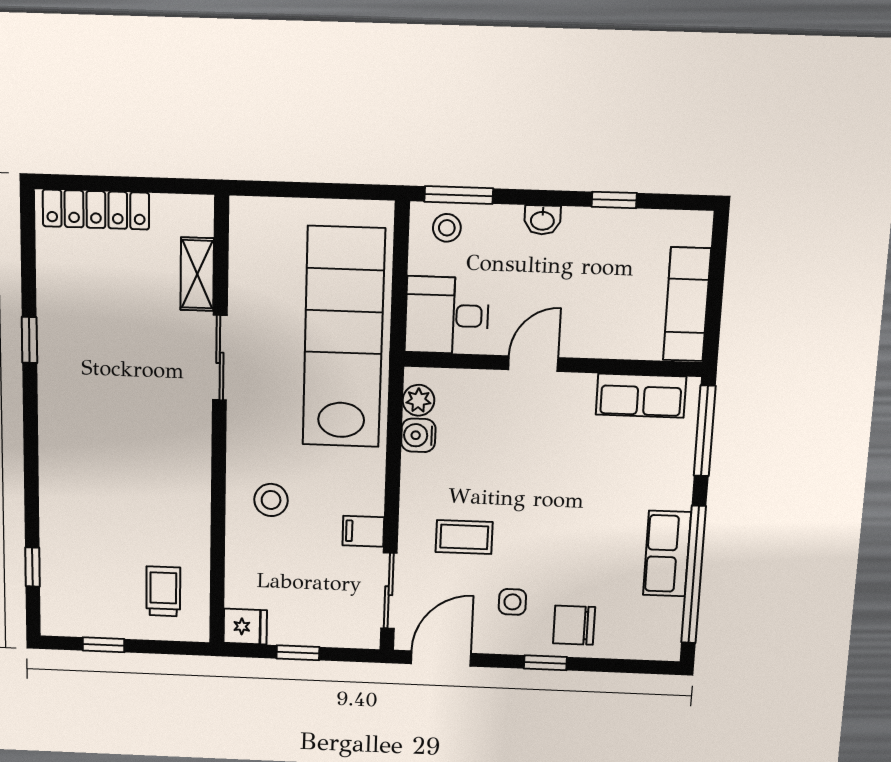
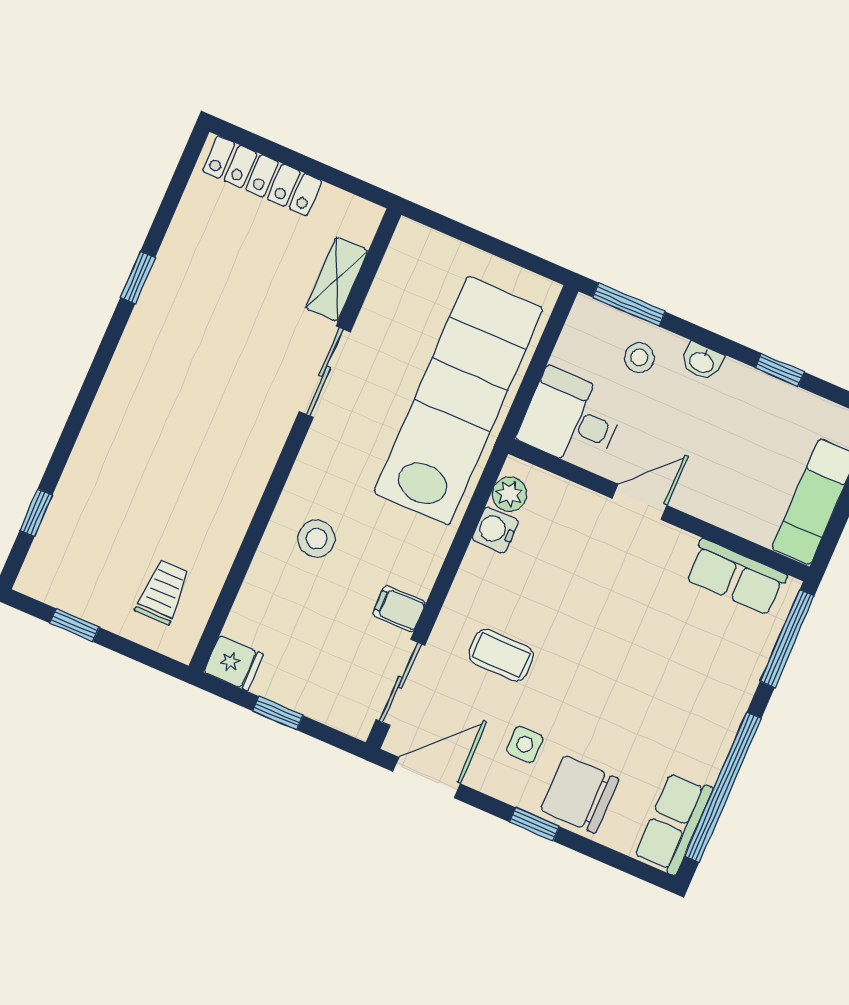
stool: (447, 228) -> (639, 358), moved
row of seats: (667, 554) -> (673, 823), moved
chair: (574, 625) -> (580, 794), width x1.37, depth x1.37

